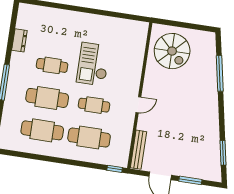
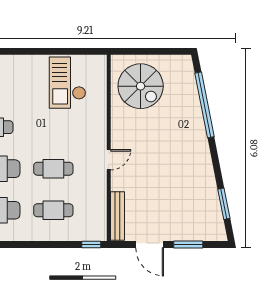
checkout: (93, 64) -> (67, 83), moved
window: (220, 73) -> (204, 105), width x1.46
cafe table: (89, 138) -> (53, 210), width x0.73, depth x0.74

